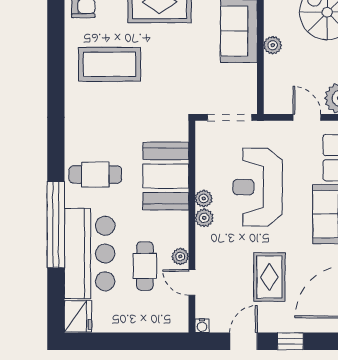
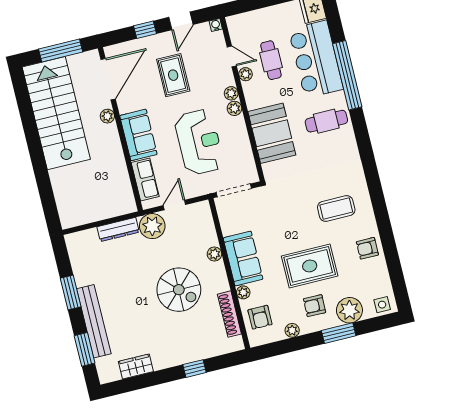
coffee table: (110, 64) -> (336, 209), width x0.73, depth x0.76
door: (307, 117) -> (174, 205), swing flipped
plant: (204, 198) -> (231, 93), moved

